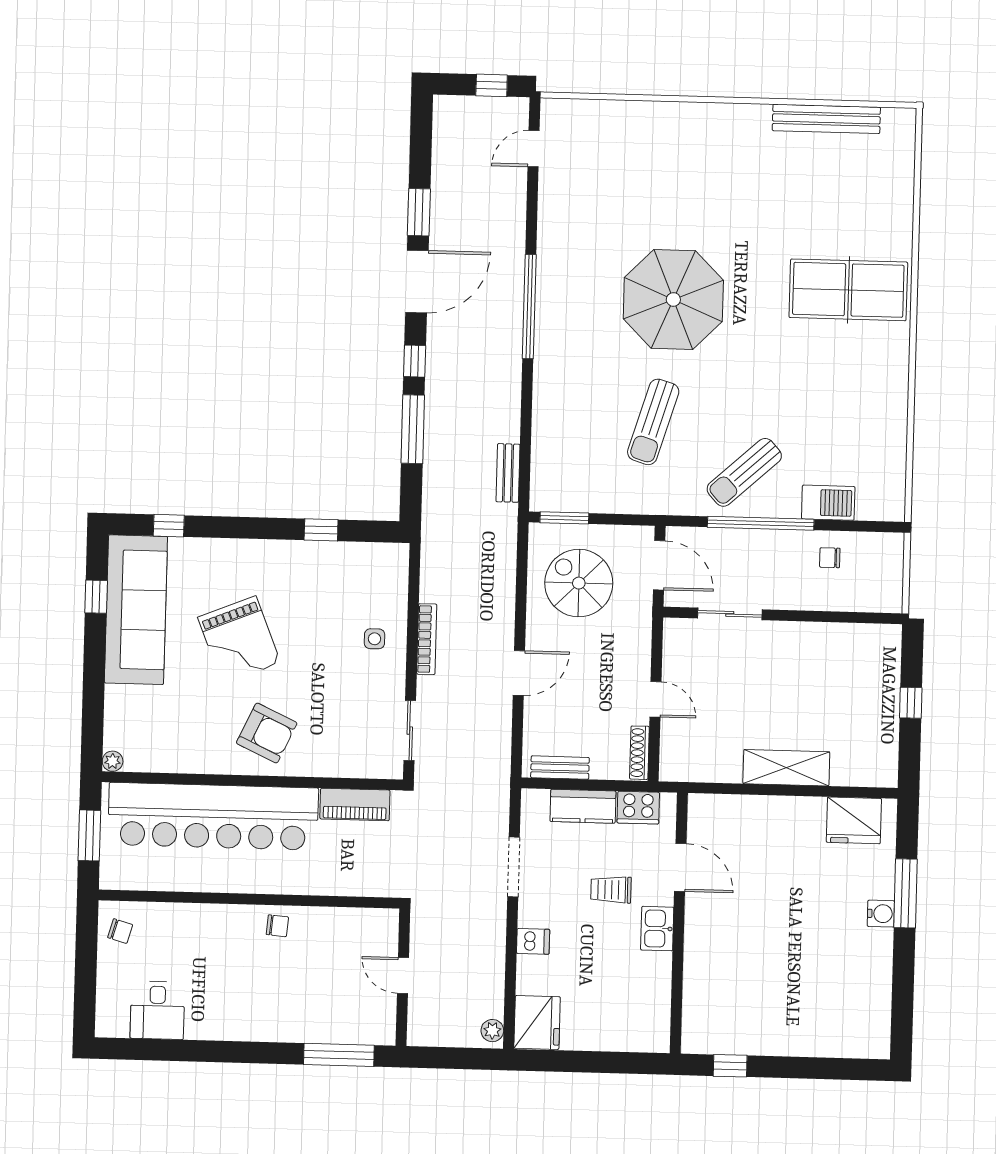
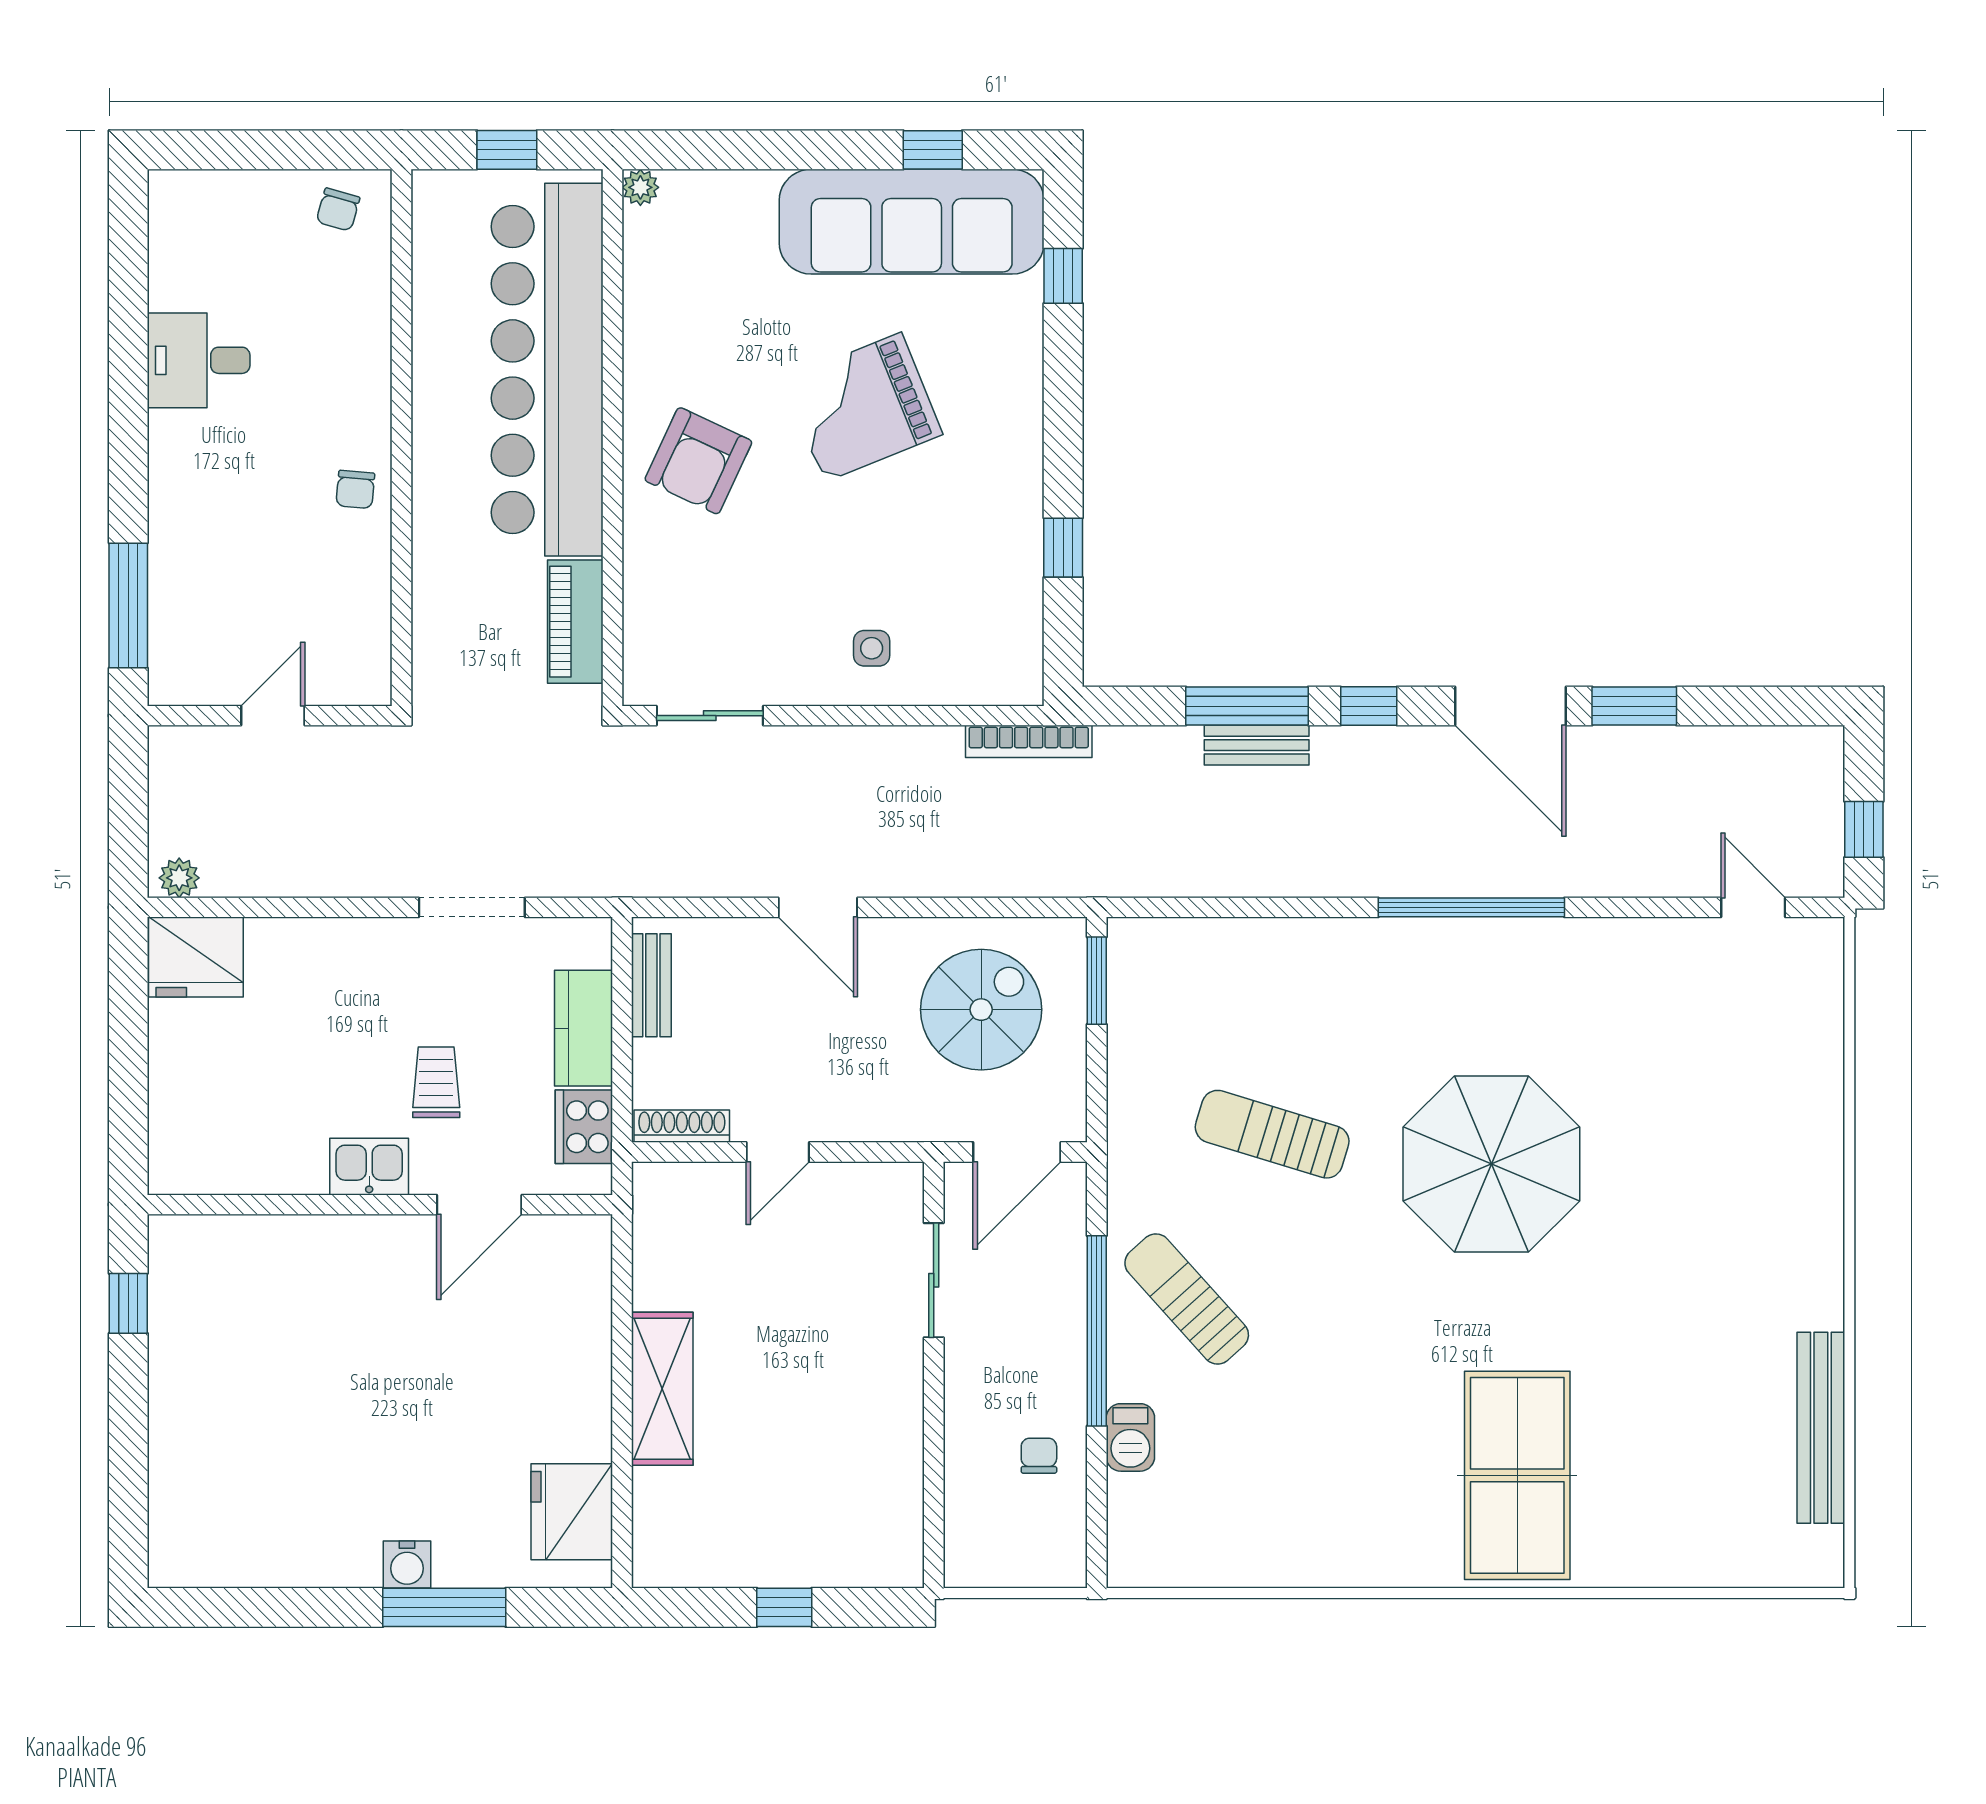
bench: (508, 473) -> (1257, 745), moved
barbecue: (828, 503) -> (1130, 1437), width x0.73, depth x0.79
bookcase: (427, 639) -> (1029, 741), moved
window: (89, 835) -> (507, 150), width x0.67
dishwasher: (533, 941) -> (340, 946), removed
desk: (157, 1010) -> (199, 360), moved

